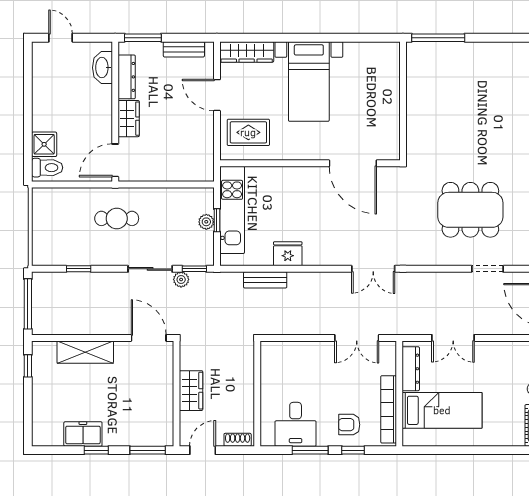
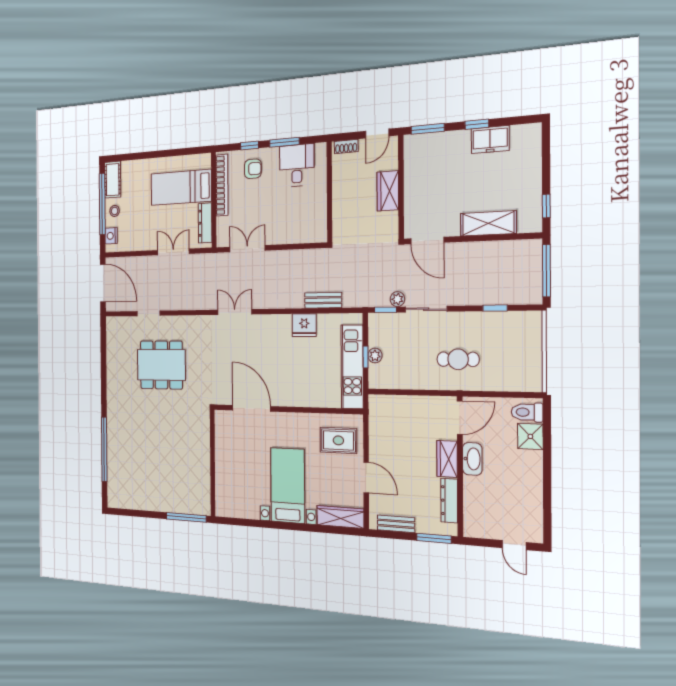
washbasin: (102, 68) -> (472, 459), moved

